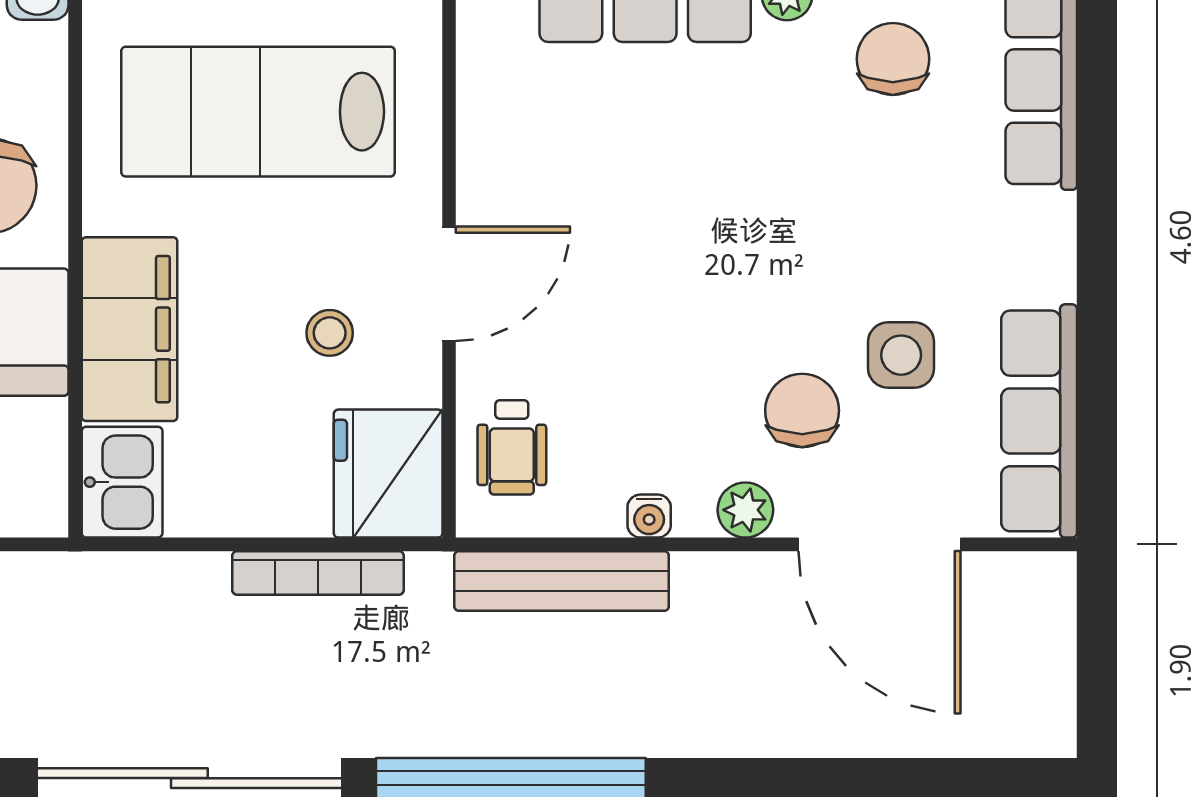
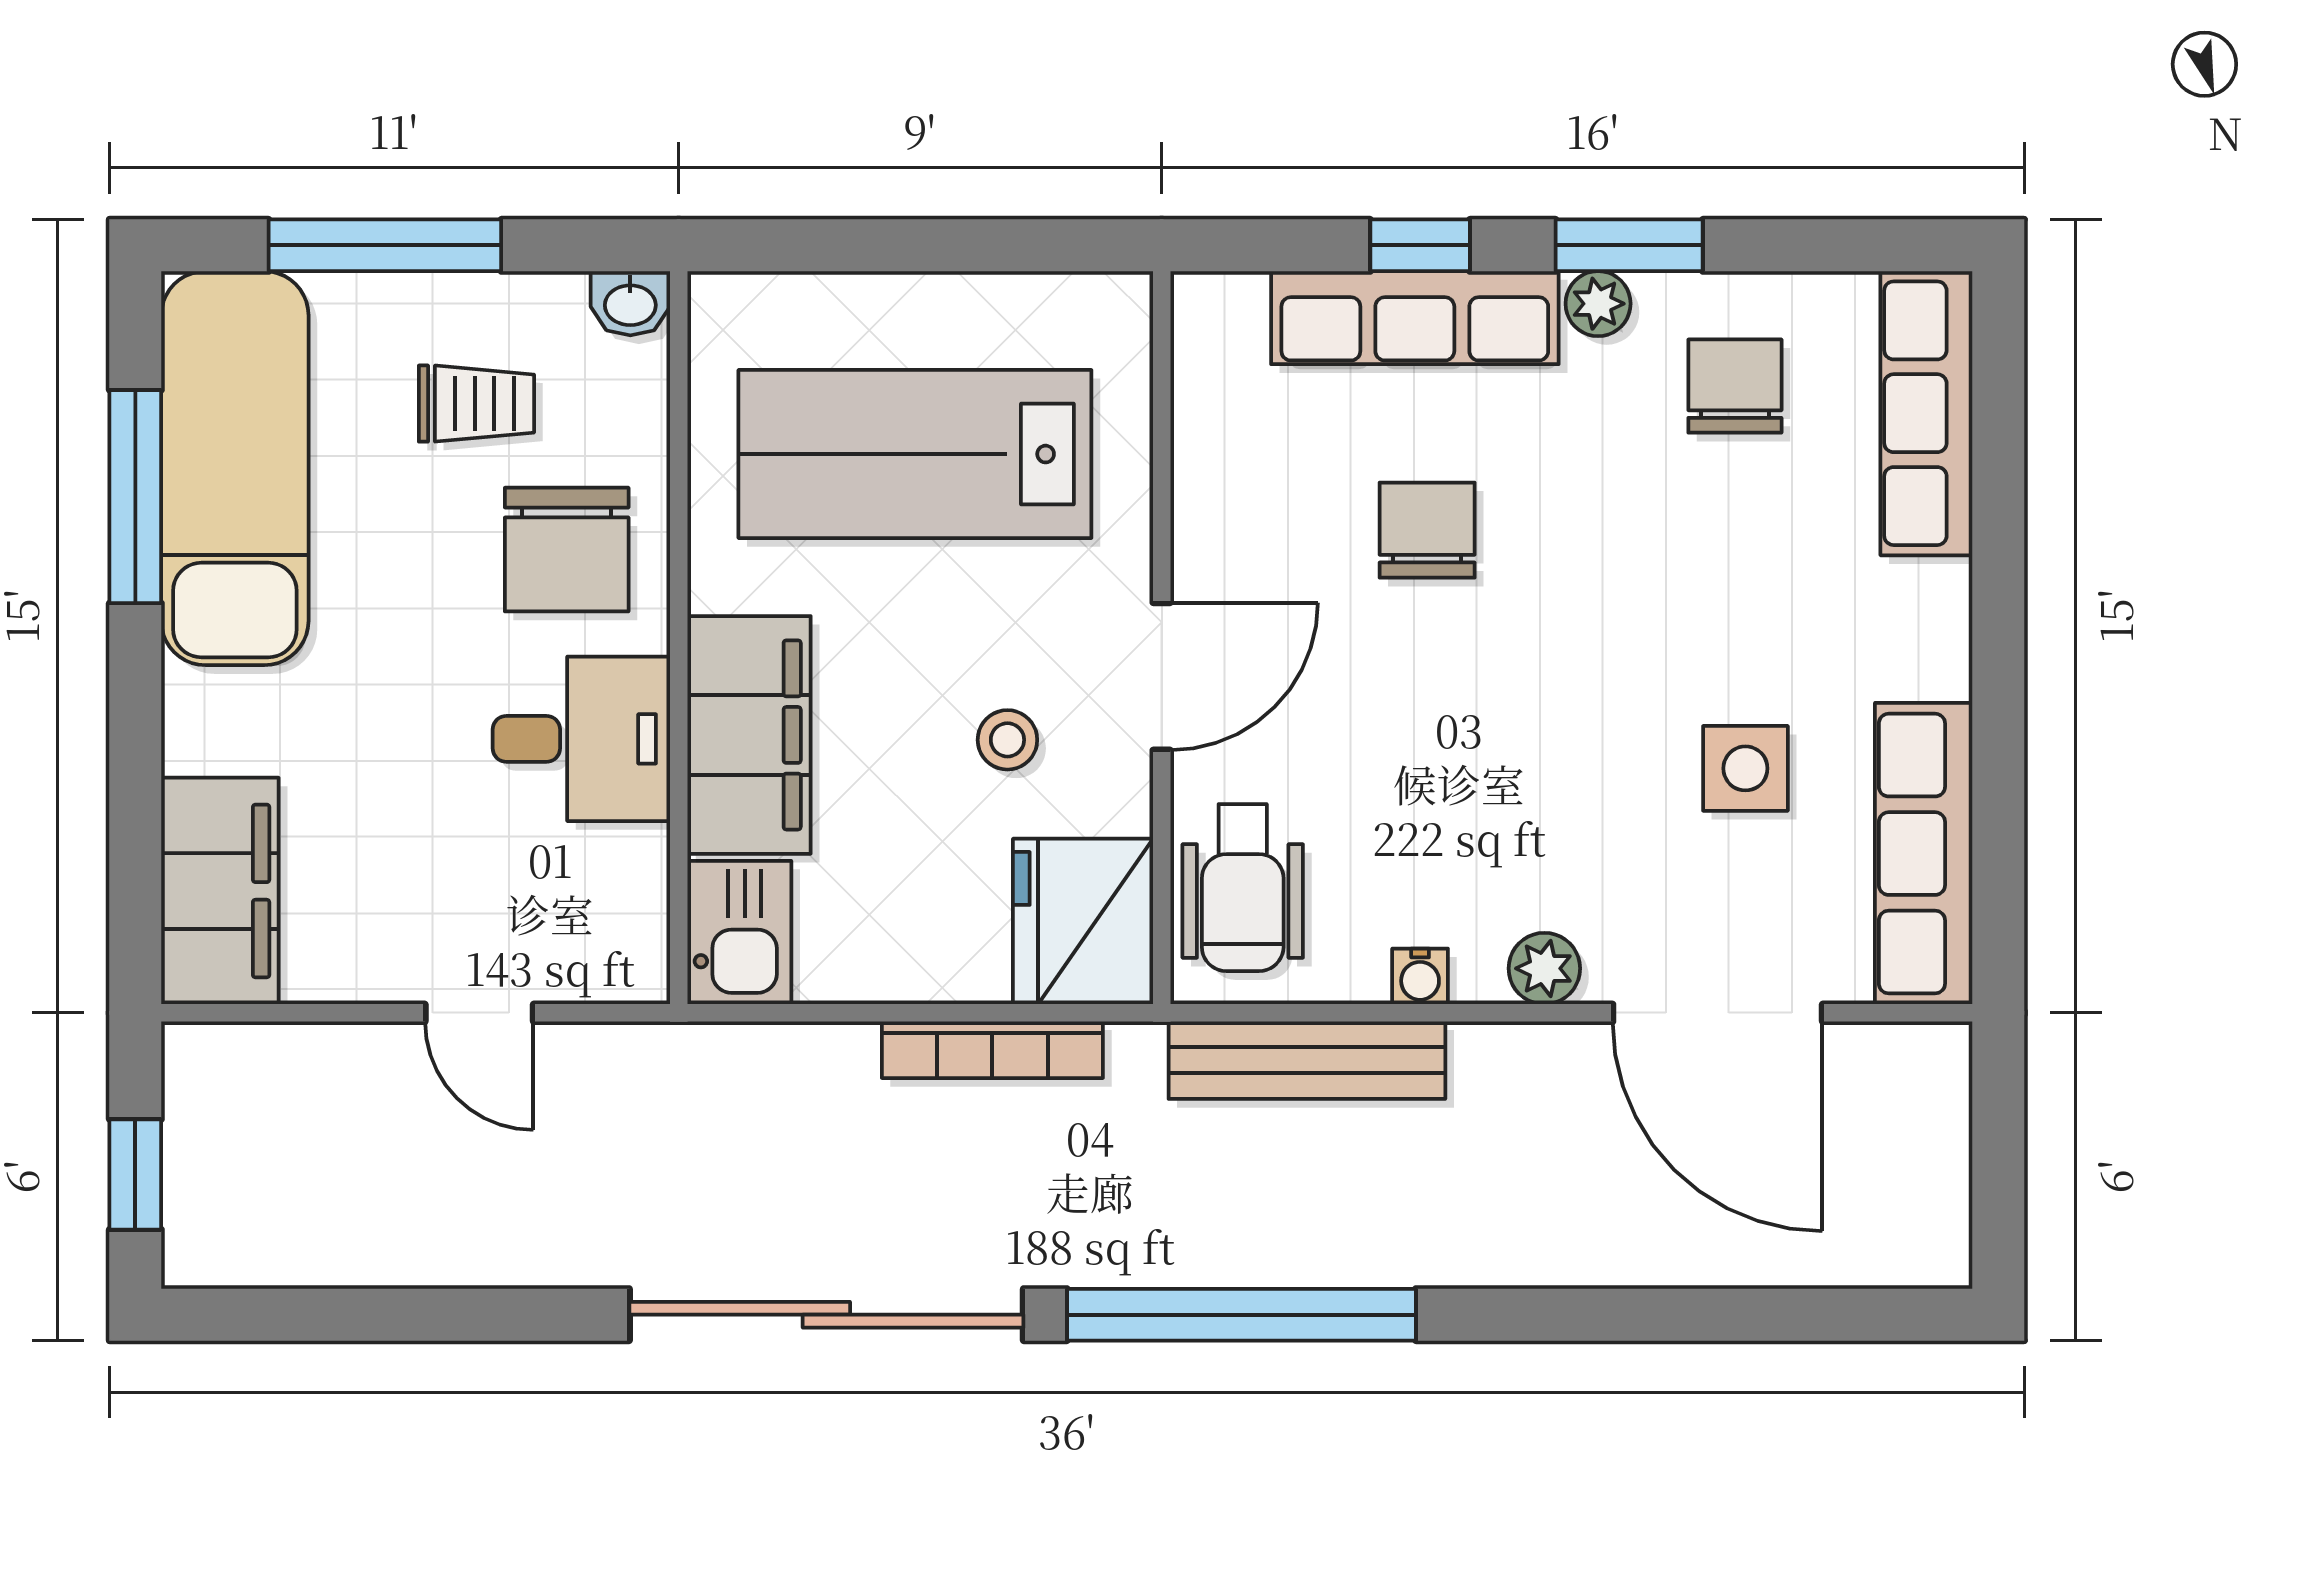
chair: (802, 410) -> (1427, 530), moved
wheelchair: (512, 447) -> (1243, 888), width x1.36, depth x1.37

